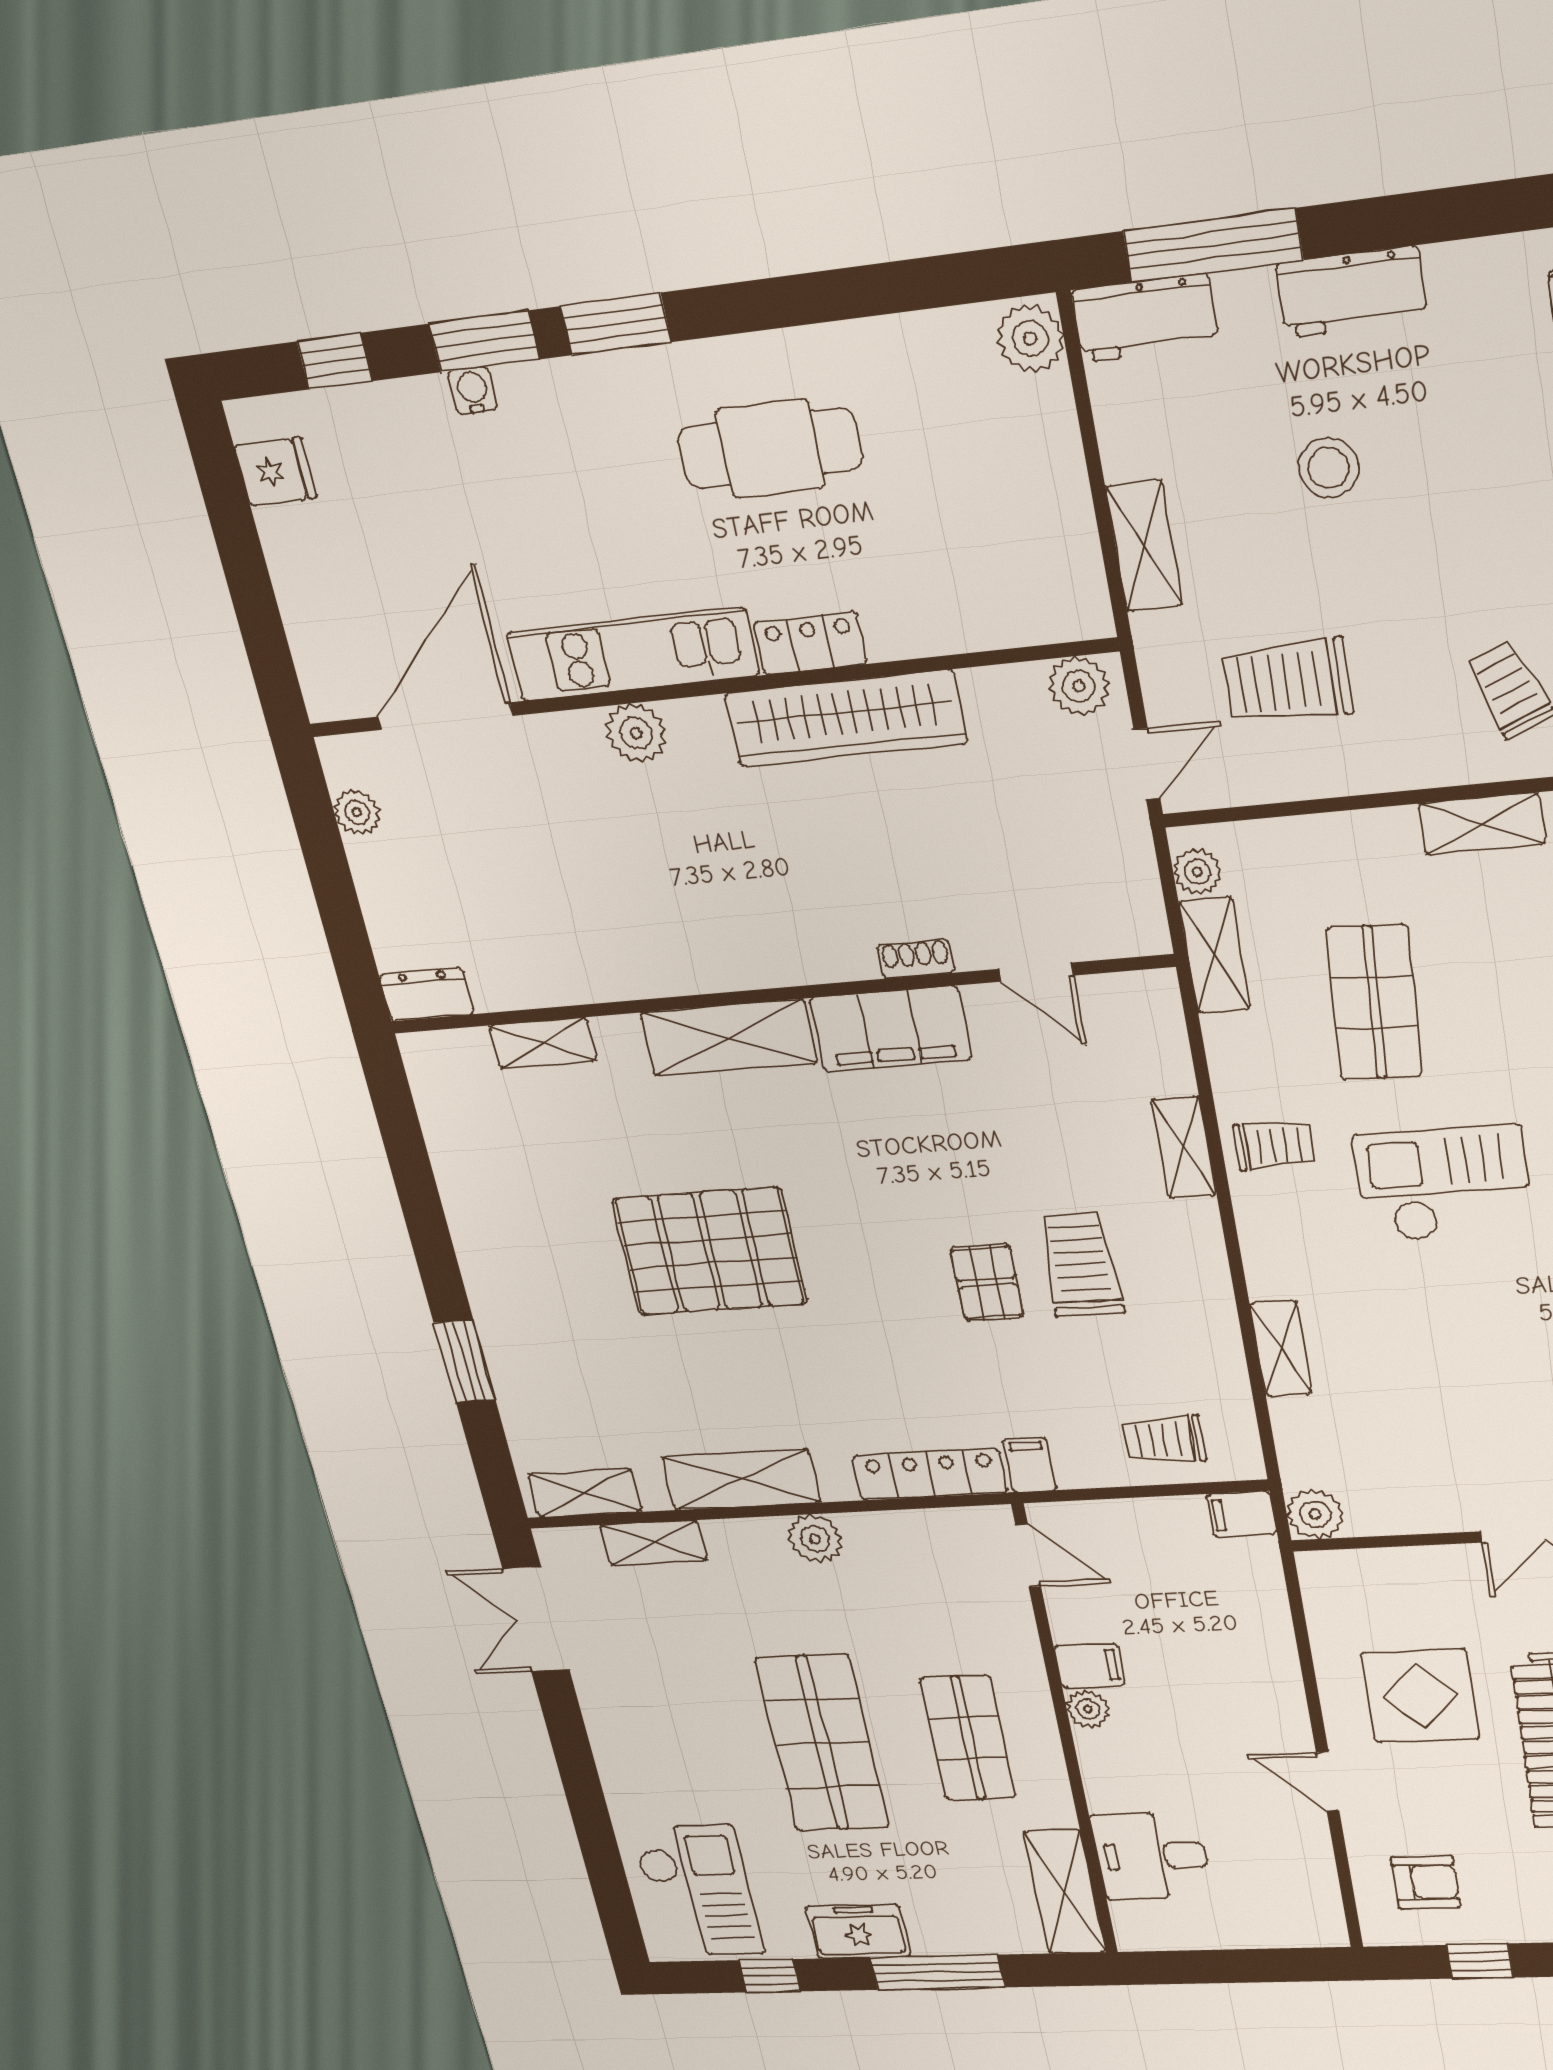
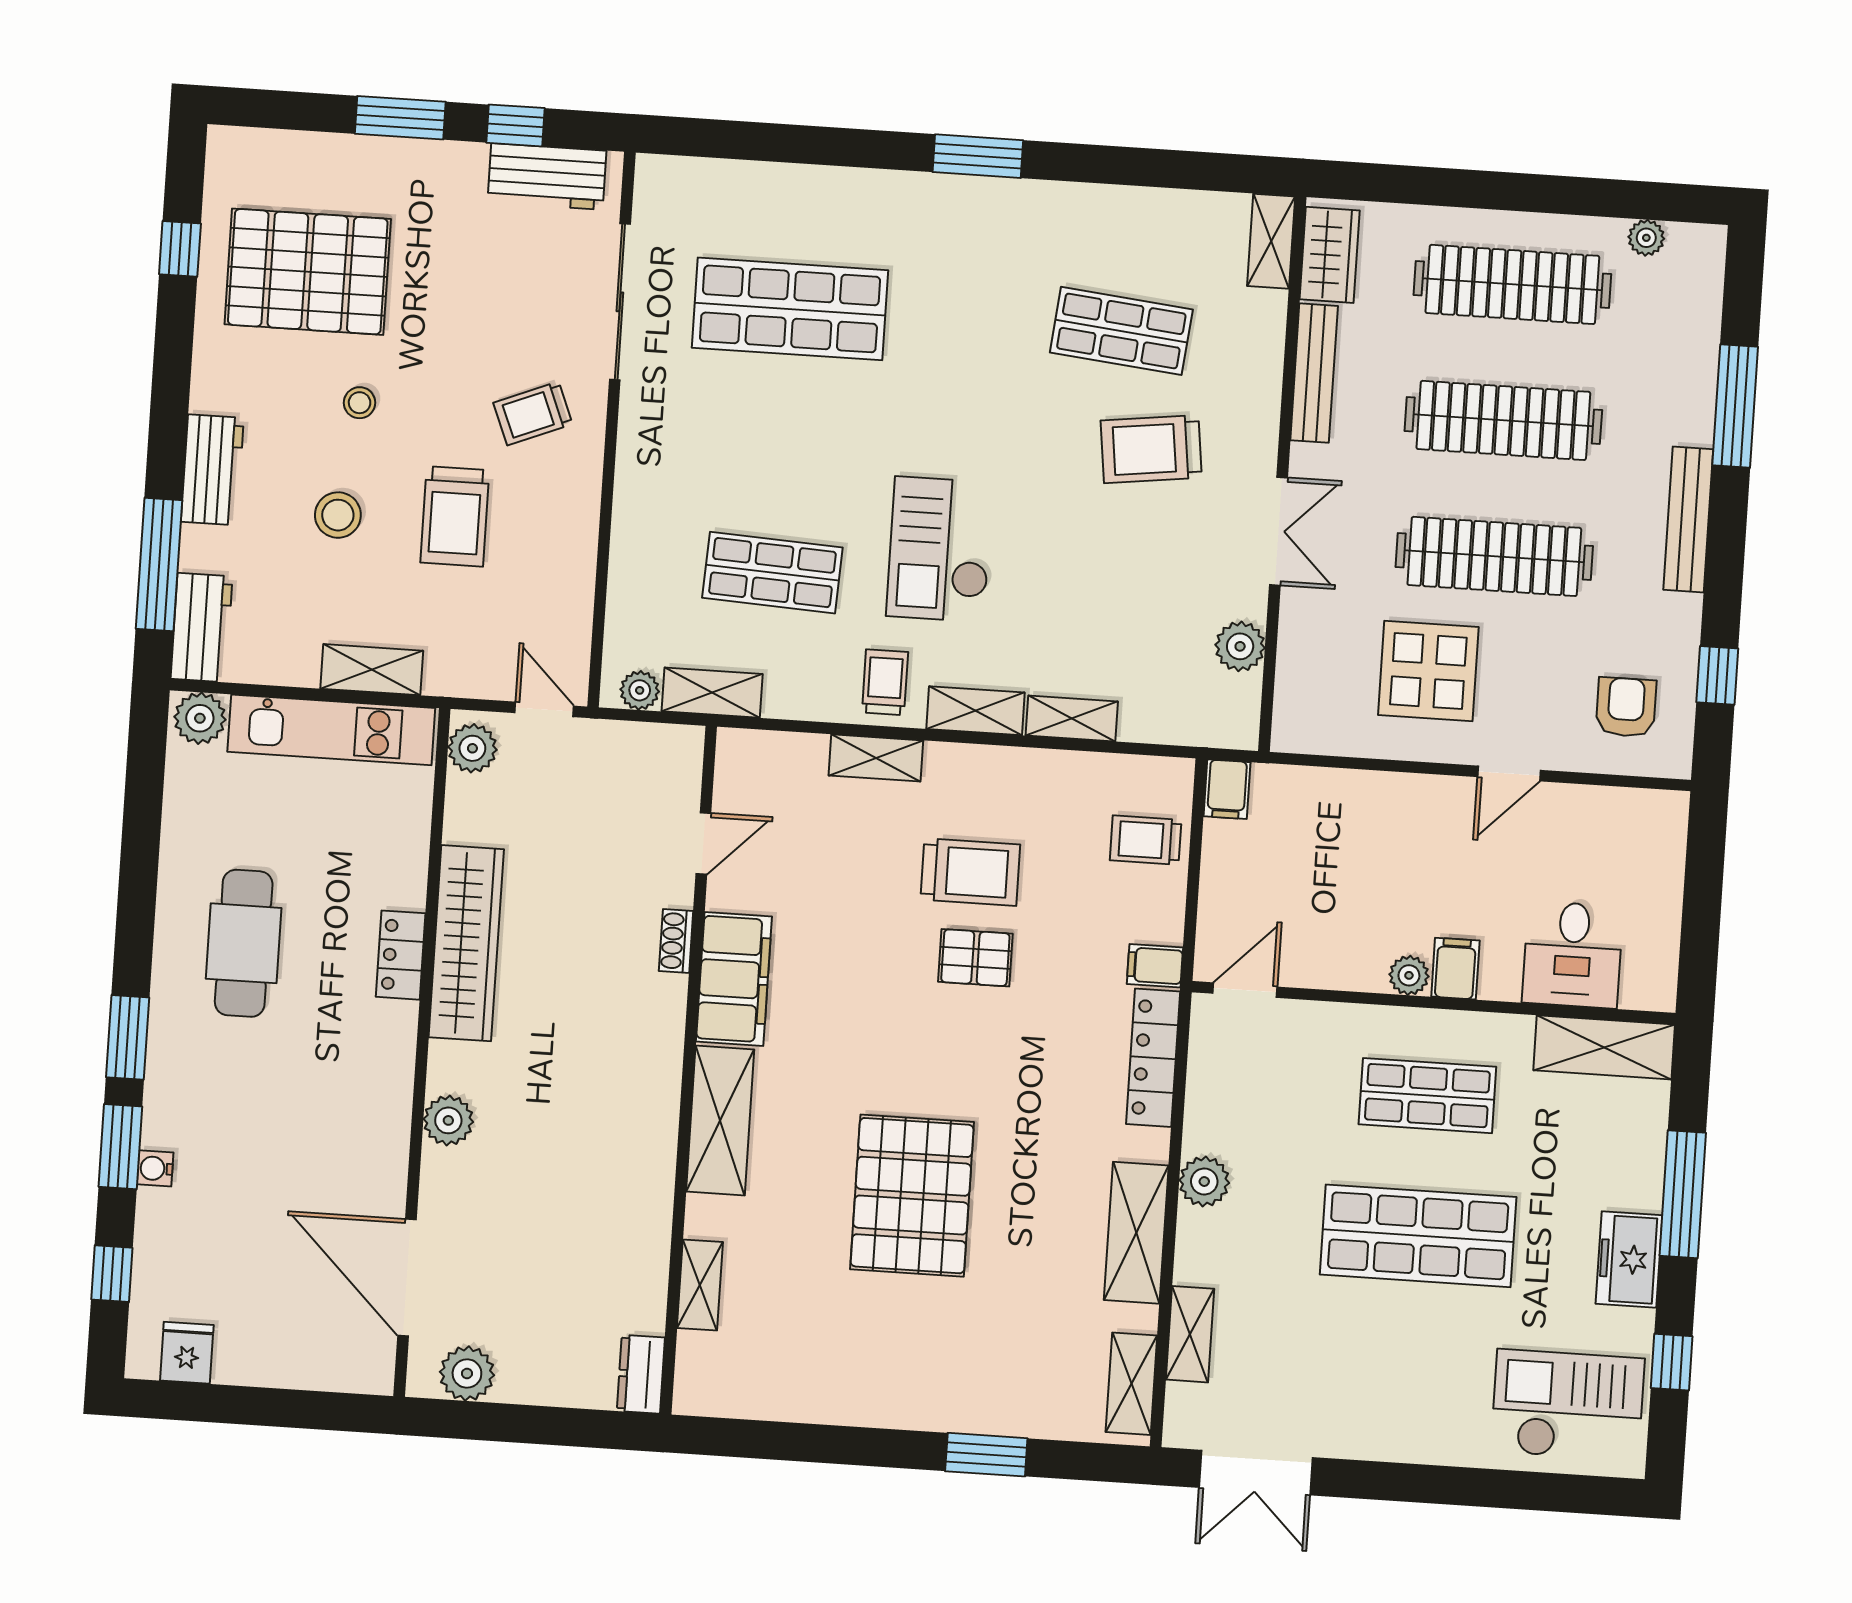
stool: (1479, 469) -> (360, 403), added
kitchen unit: (632, 654) -> (331, 730), moved, turned -90
trolley: (1287, 681) -> (455, 516), moved
plant: (357, 812) -> (467, 1374), width x1.38, depth x1.38
shelving: (1482, 824) -> (976, 711), moved, turned 90
trolley: (1081, 1265) -> (970, 872), turned 180
trolley: (1164, 1440) -> (1146, 840), turned 90
plant: (1315, 1514) -> (1240, 646), moved
filing cabinet: (1090, 1665) -> (1455, 969), moved

